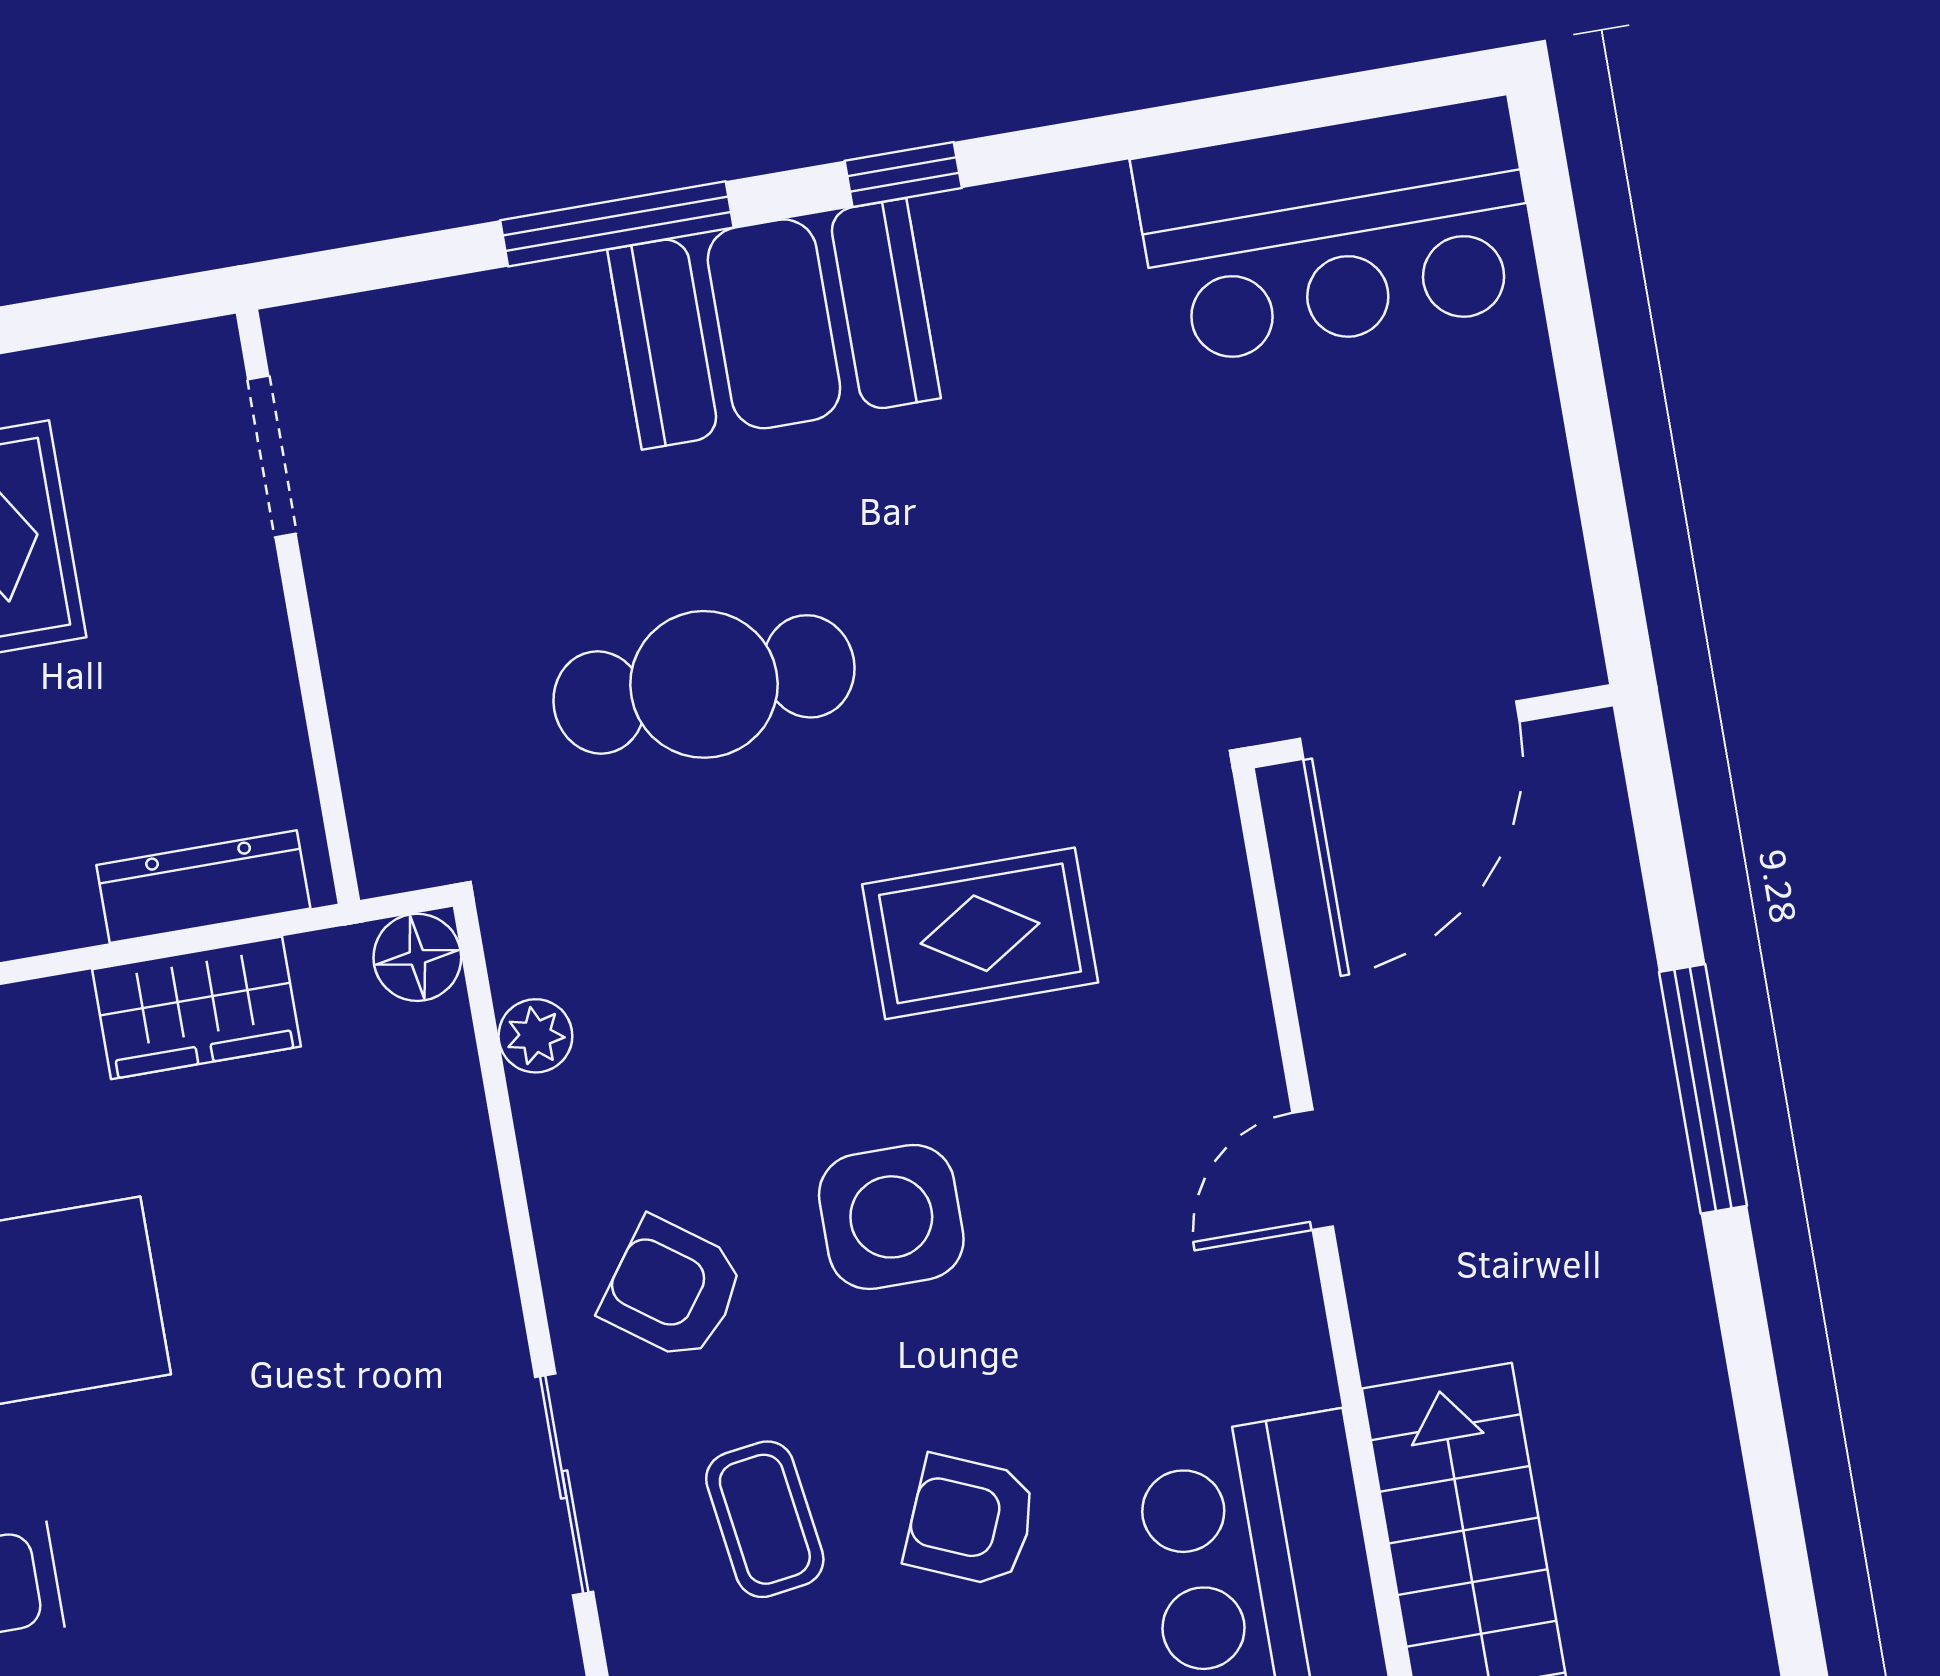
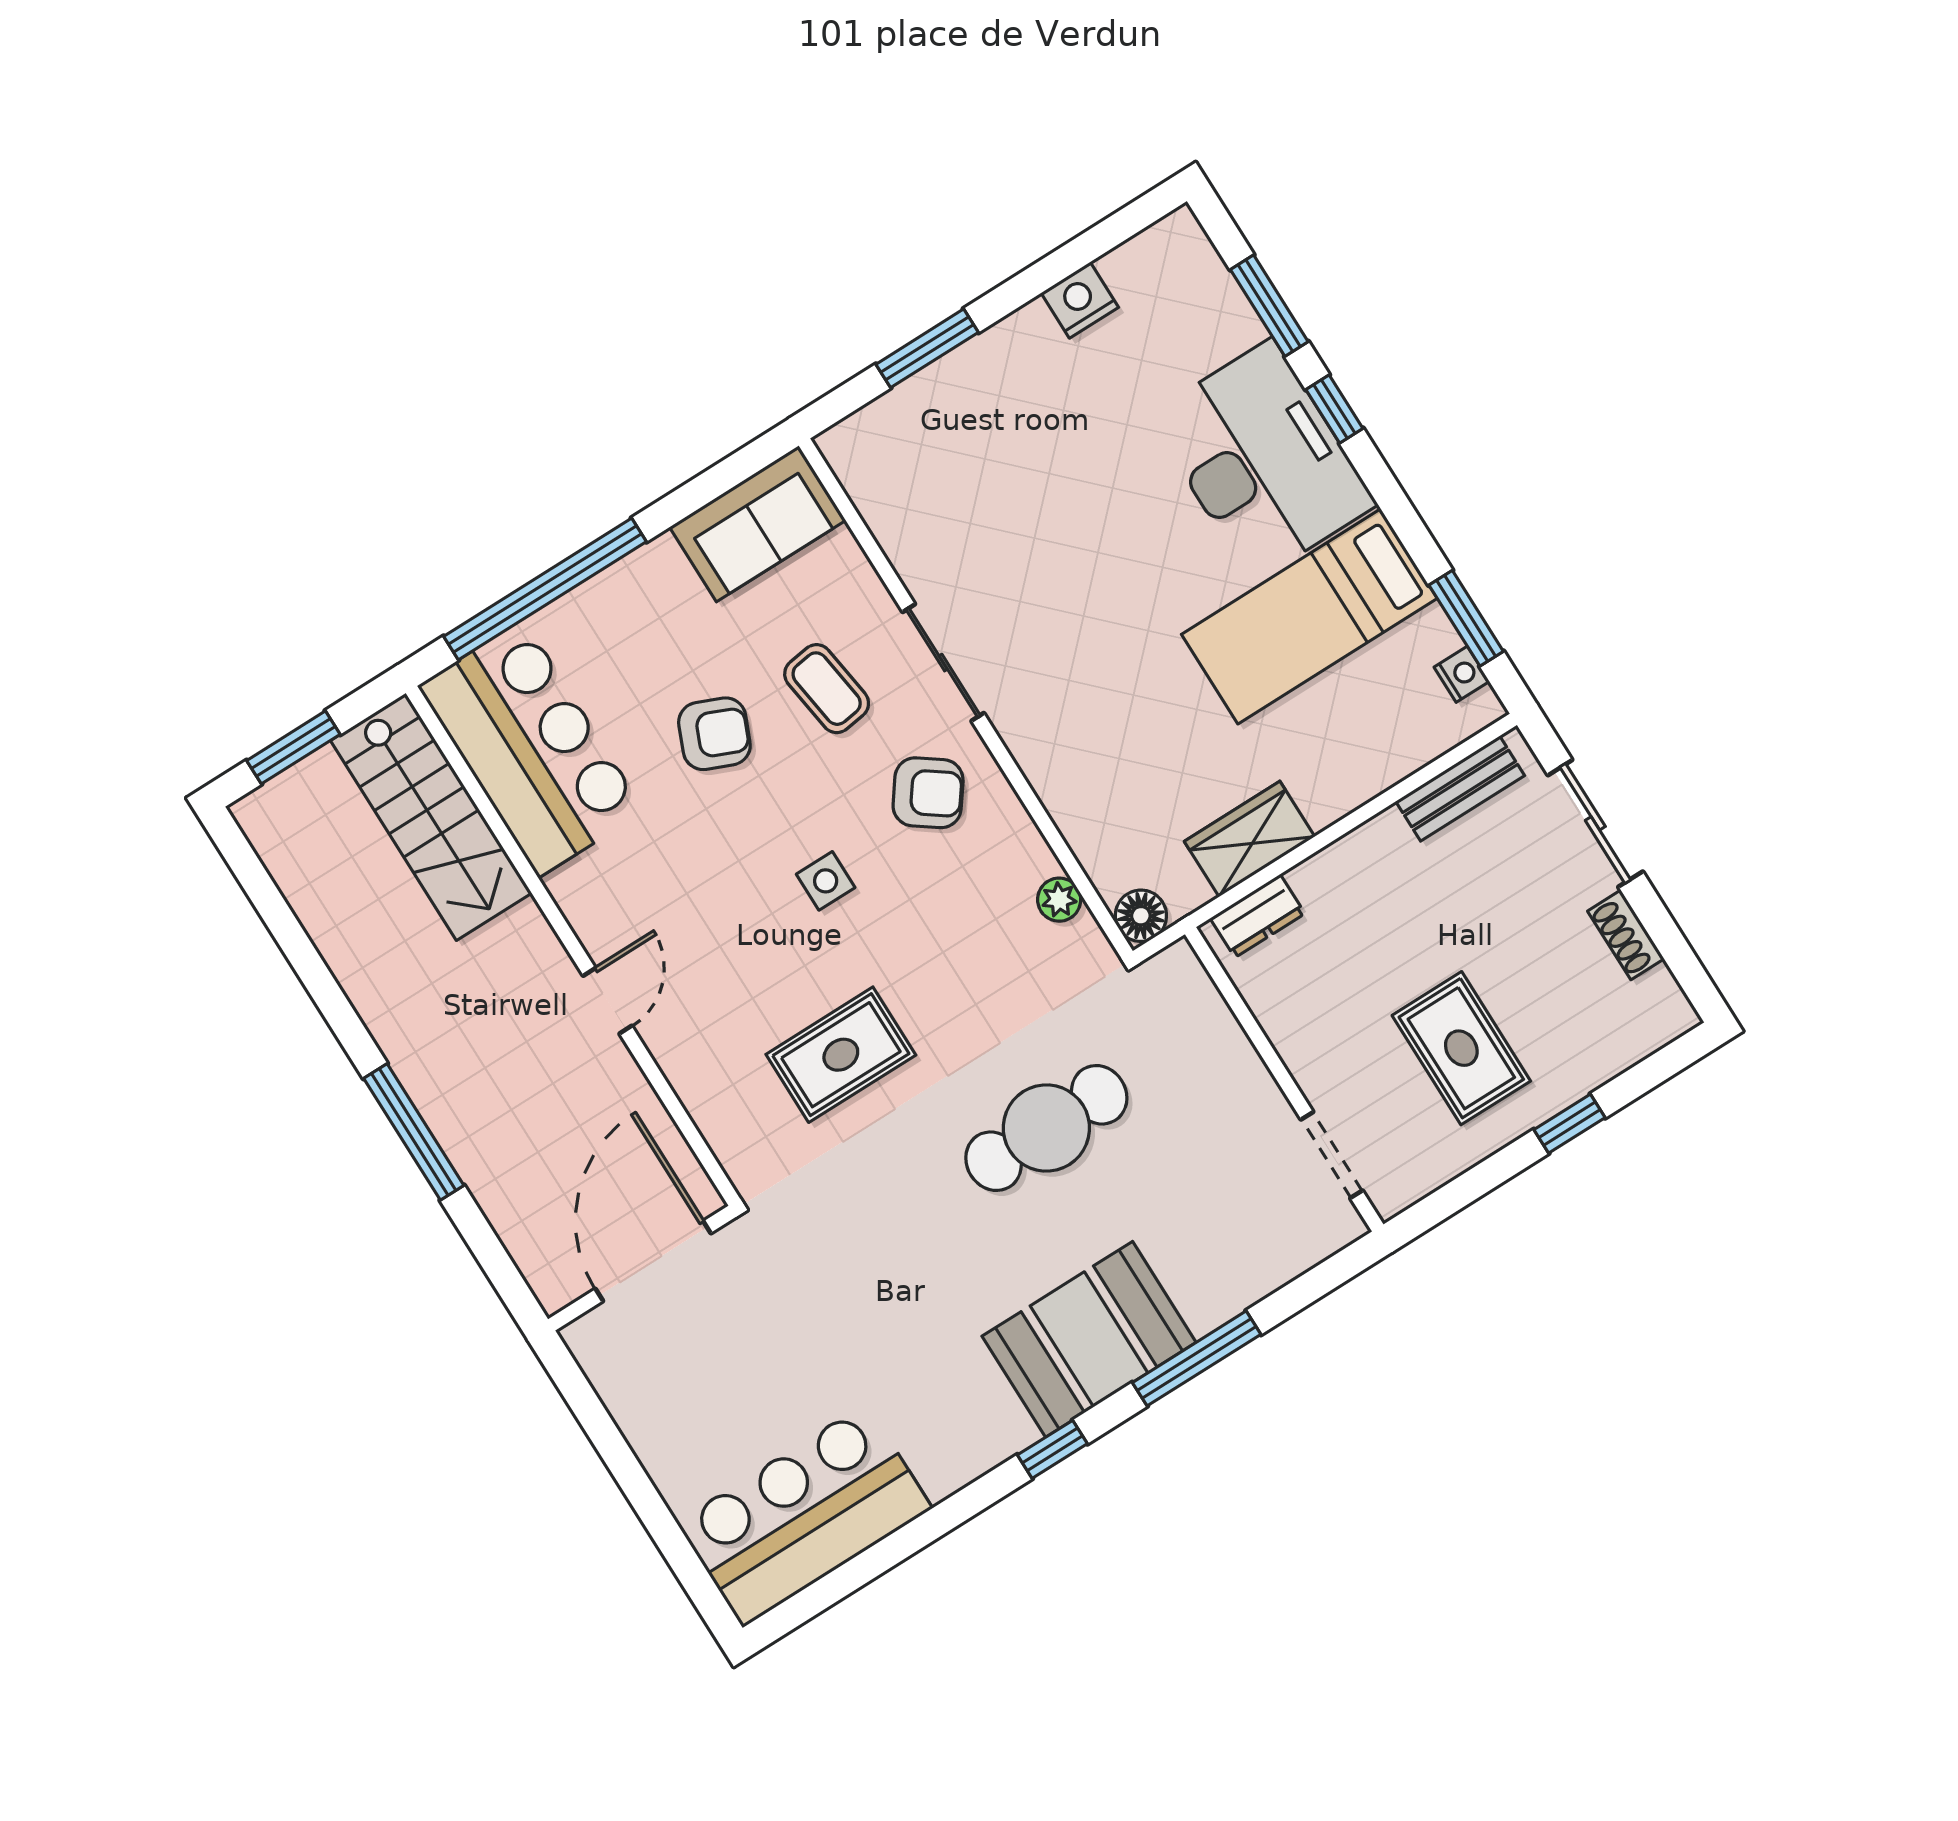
dresser: (203, 887) -> (1257, 916), width x0.70
side table: (891, 1217) -> (826, 881), width x0.54, depth x0.54

